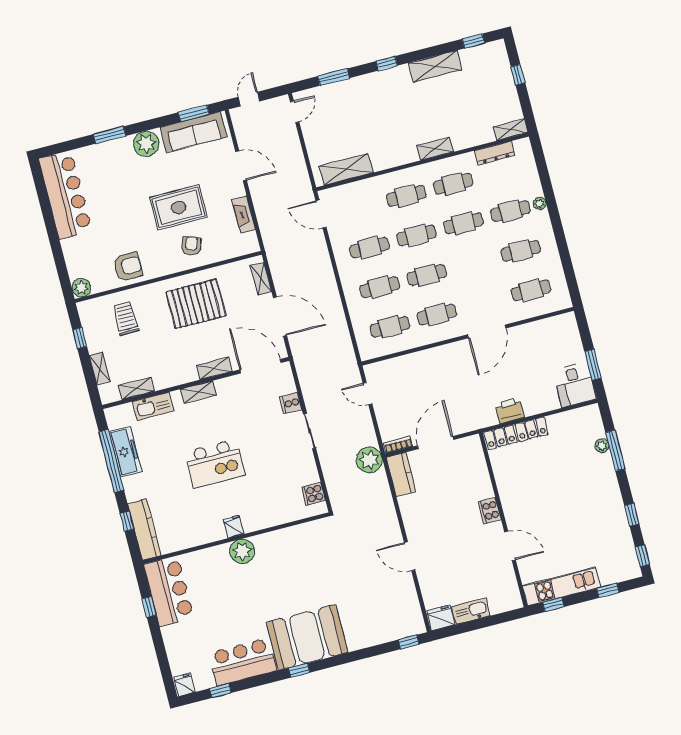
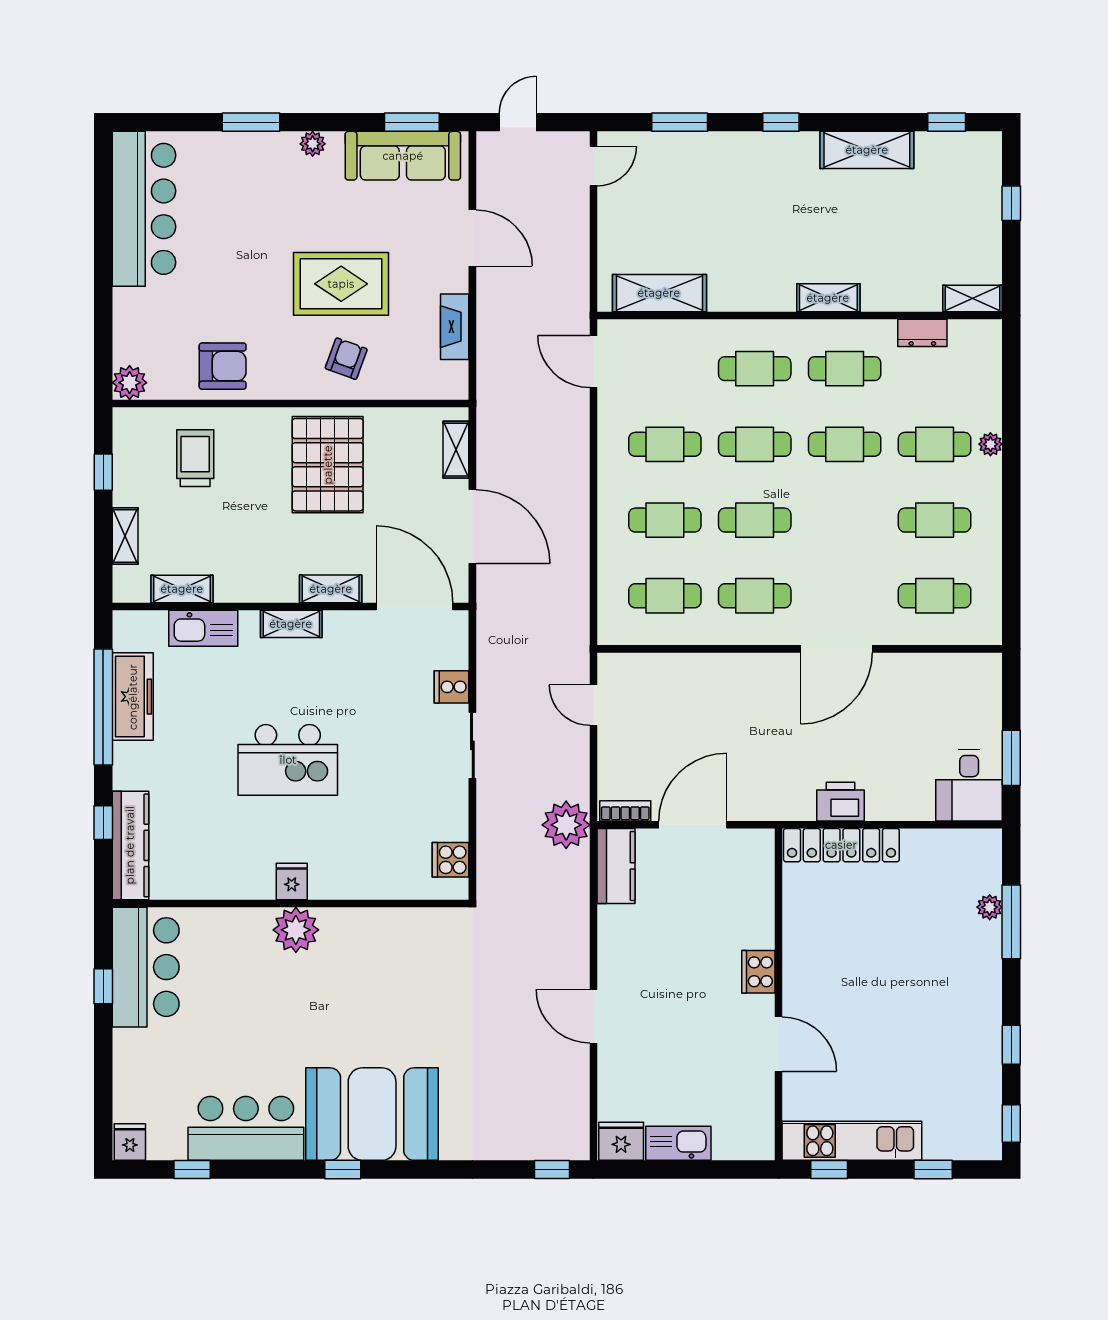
plant: (146, 144) -> (313, 144), width x0.53, depth x0.53
dresser: (495, 153) -> (922, 333), width x0.70
pallet: (196, 304) -> (328, 465), turned 90

